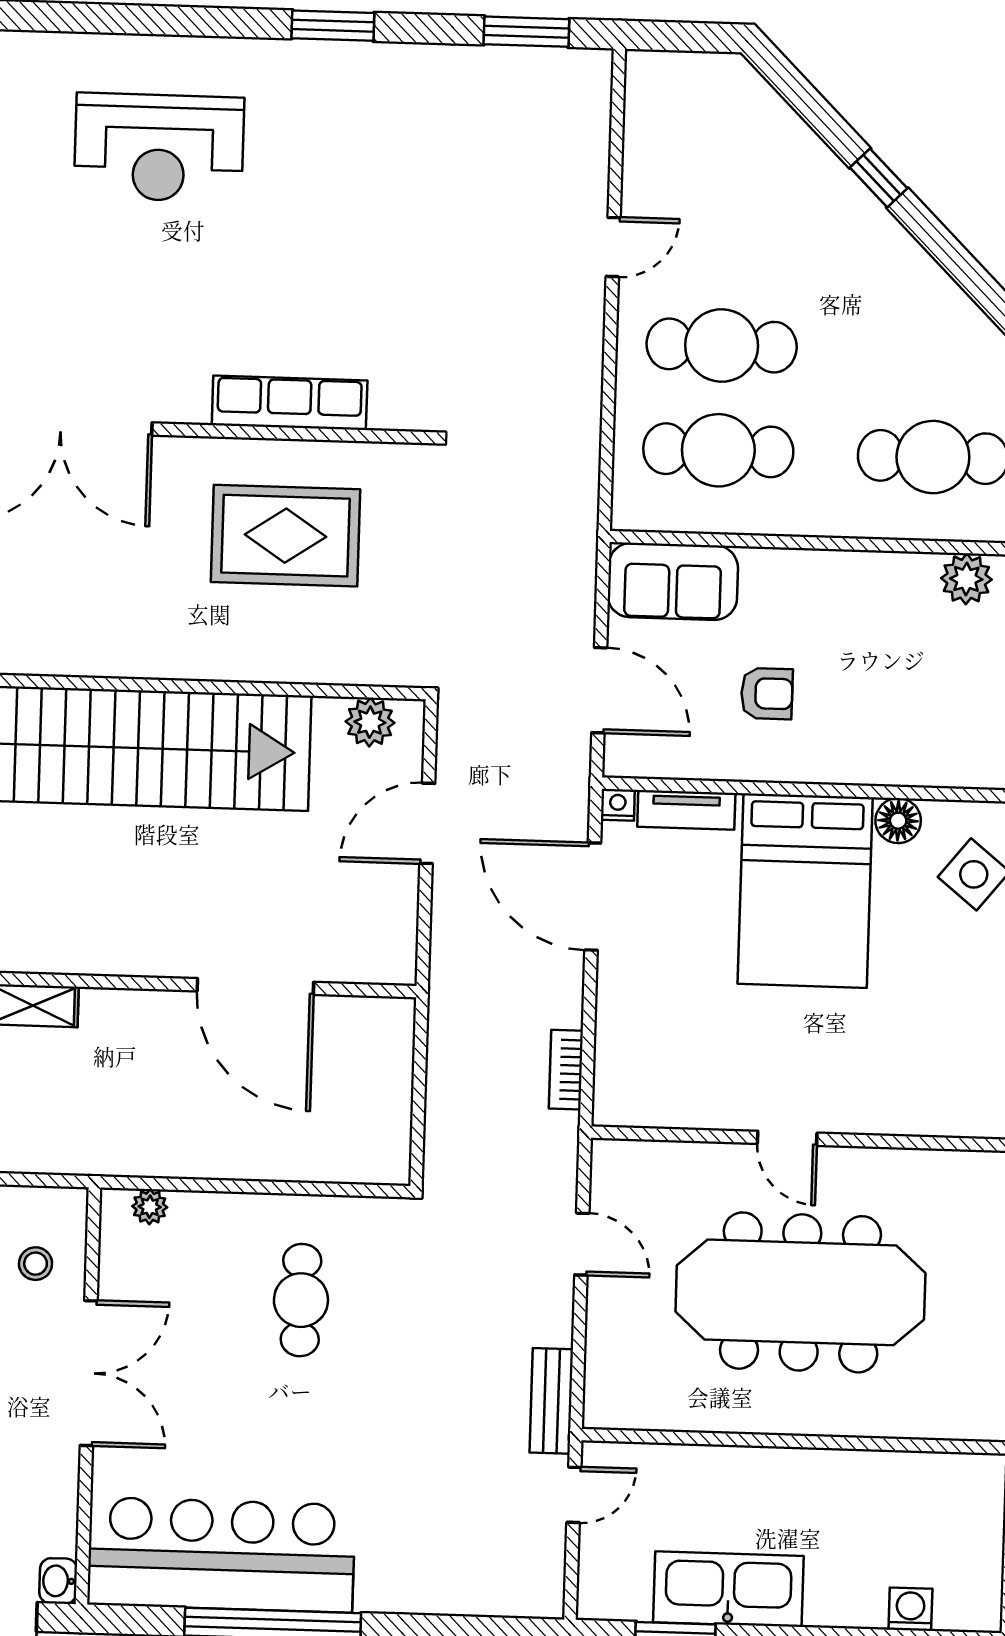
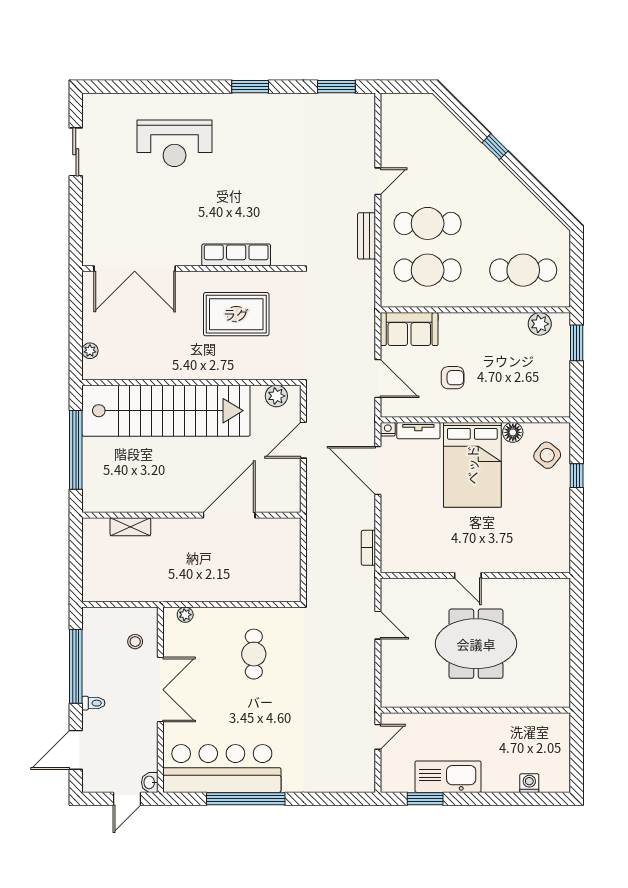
door: (255, 987) -> (229, 515), swing flipped
meeting table: (800, 1292) -> (476, 644), width x0.73
bench: (551, 1401) -> (367, 236), moved

